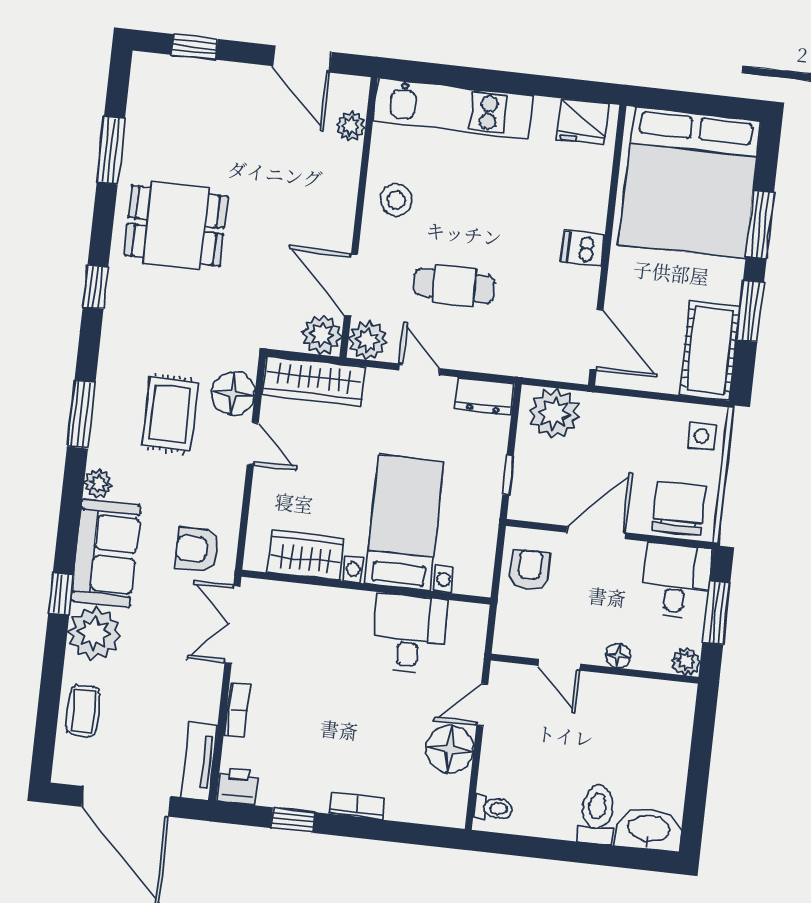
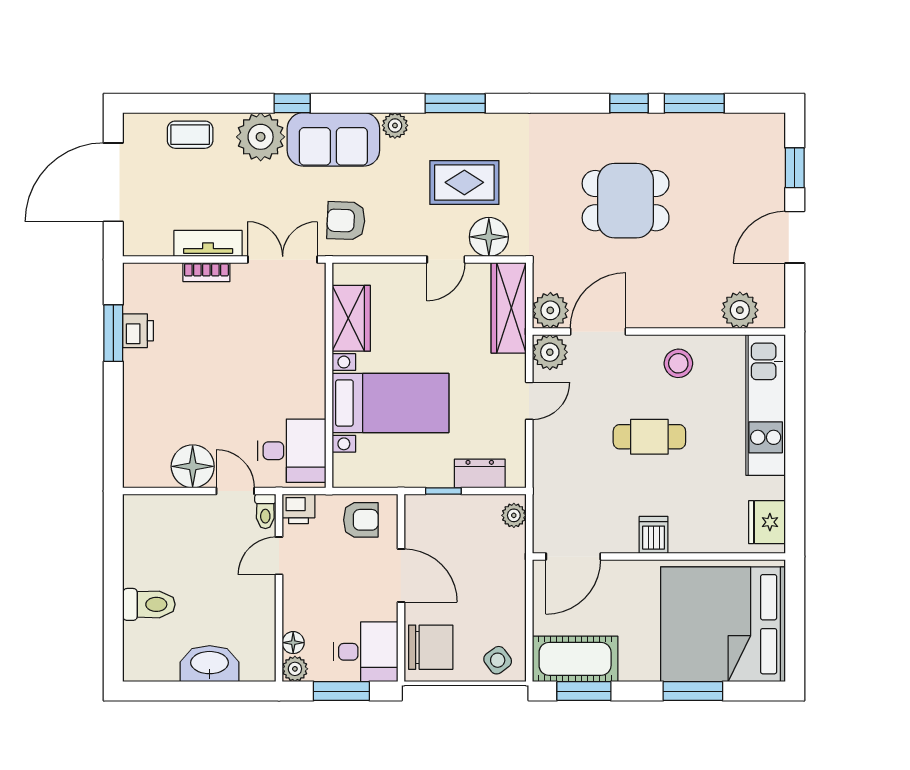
door: (302, 59) -> (795, 237), moved
plant: (350, 126) -> (740, 310), width x1.38, depth x1.38
dining table: (176, 226) -> (626, 201), moved, turned 90
cafe table: (454, 286) -> (649, 437), moved, turned 90
window: (96, 287) -> (629, 103), moved
window: (750, 311) -> (584, 691), moved
dresser: (484, 396) -> (480, 473), moved, turned 90
plant: (554, 413) -> (514, 515), width x0.53, depth x0.53
side table: (702, 436) -> (498, 660), turned -33
armchair: (197, 549) -> (346, 221), turned -88
desk: (409, 634) -> (292, 451), moved
printer: (510, 637) -> (298, 509), added
floor lamp: (618, 656) -> (293, 643), moved
tv unit: (199, 761) -> (208, 243), moved
printer: (238, 786) -> (138, 331), moved
bookcase: (357, 806) -> (132, 389), removed
toilet: (493, 808) -> (265, 511), moved
window: (293, 820) -> (113, 333), width x1.50
washbasin: (649, 829) -> (210, 664), moved, turned -90

